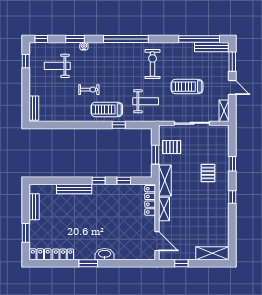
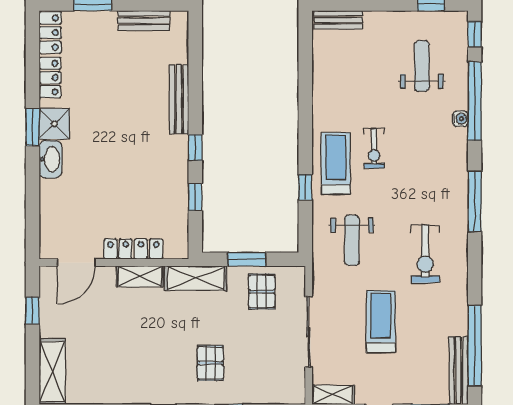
window: (75, 39) -> (475, 101), width x2.11
window: (126, 39) -> (475, 201), width x0.68
exercise bike: (153, 64) -> (425, 254), turned 90
exercise bike: (89, 90) -> (374, 148), moved
pallet: (208, 173) -> (210, 363), turned 90
locker: (150, 200) -> (133, 249), moved
shower: (86, 252) -> (54, 124), added

